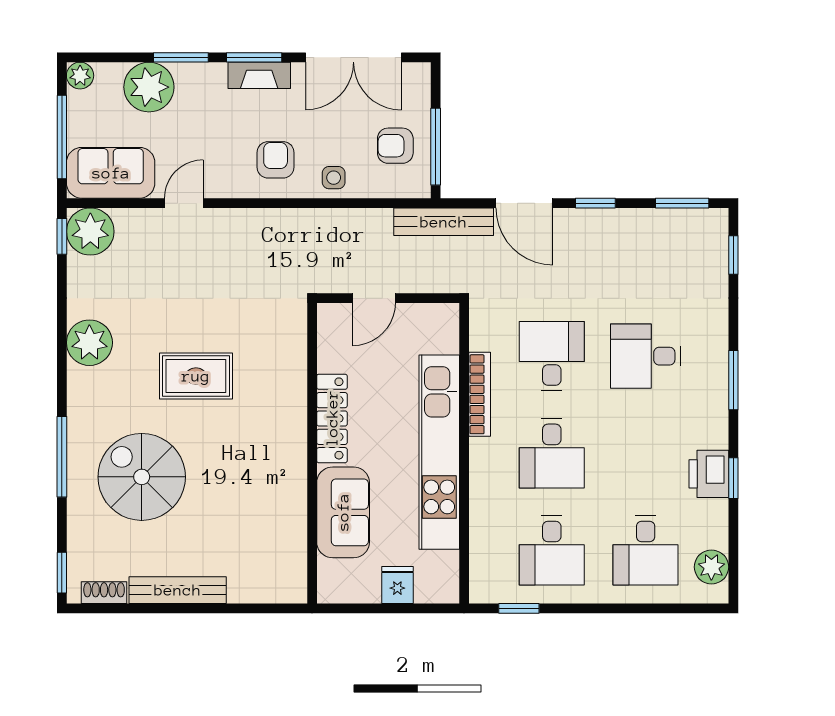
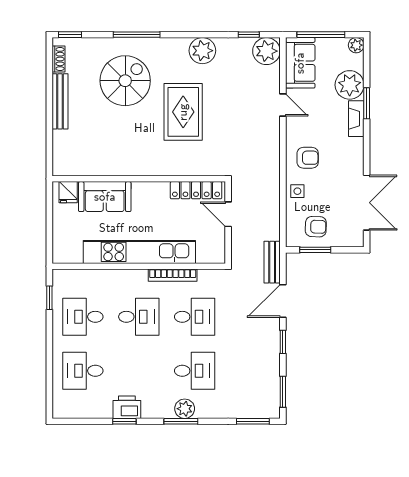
window: (254, 57) -> (367, 145), removed
double door: (353, 57) -> (367, 203), swing flipped
fireplace: (259, 75) -> (356, 119), moved
armchair: (395, 146) -> (316, 227), turned 92
window: (436, 147) -> (315, 250), width x0.69
bench: (444, 222) -> (272, 262), width x0.73
window: (62, 236) -> (249, 35), moved
window: (733, 255) -> (253, 421), width x1.50
desk: (646, 356) -> (195, 371), turned 90
rug: (196, 376) -> (183, 112), width x1.36, depth x1.43
locker: (332, 418) -> (196, 190), moved
desk: (552, 453) -> (139, 317), turned 180
plant: (711, 567) -> (185, 409), moved
fridge: (397, 585) -> (68, 192), moved, turned 90

